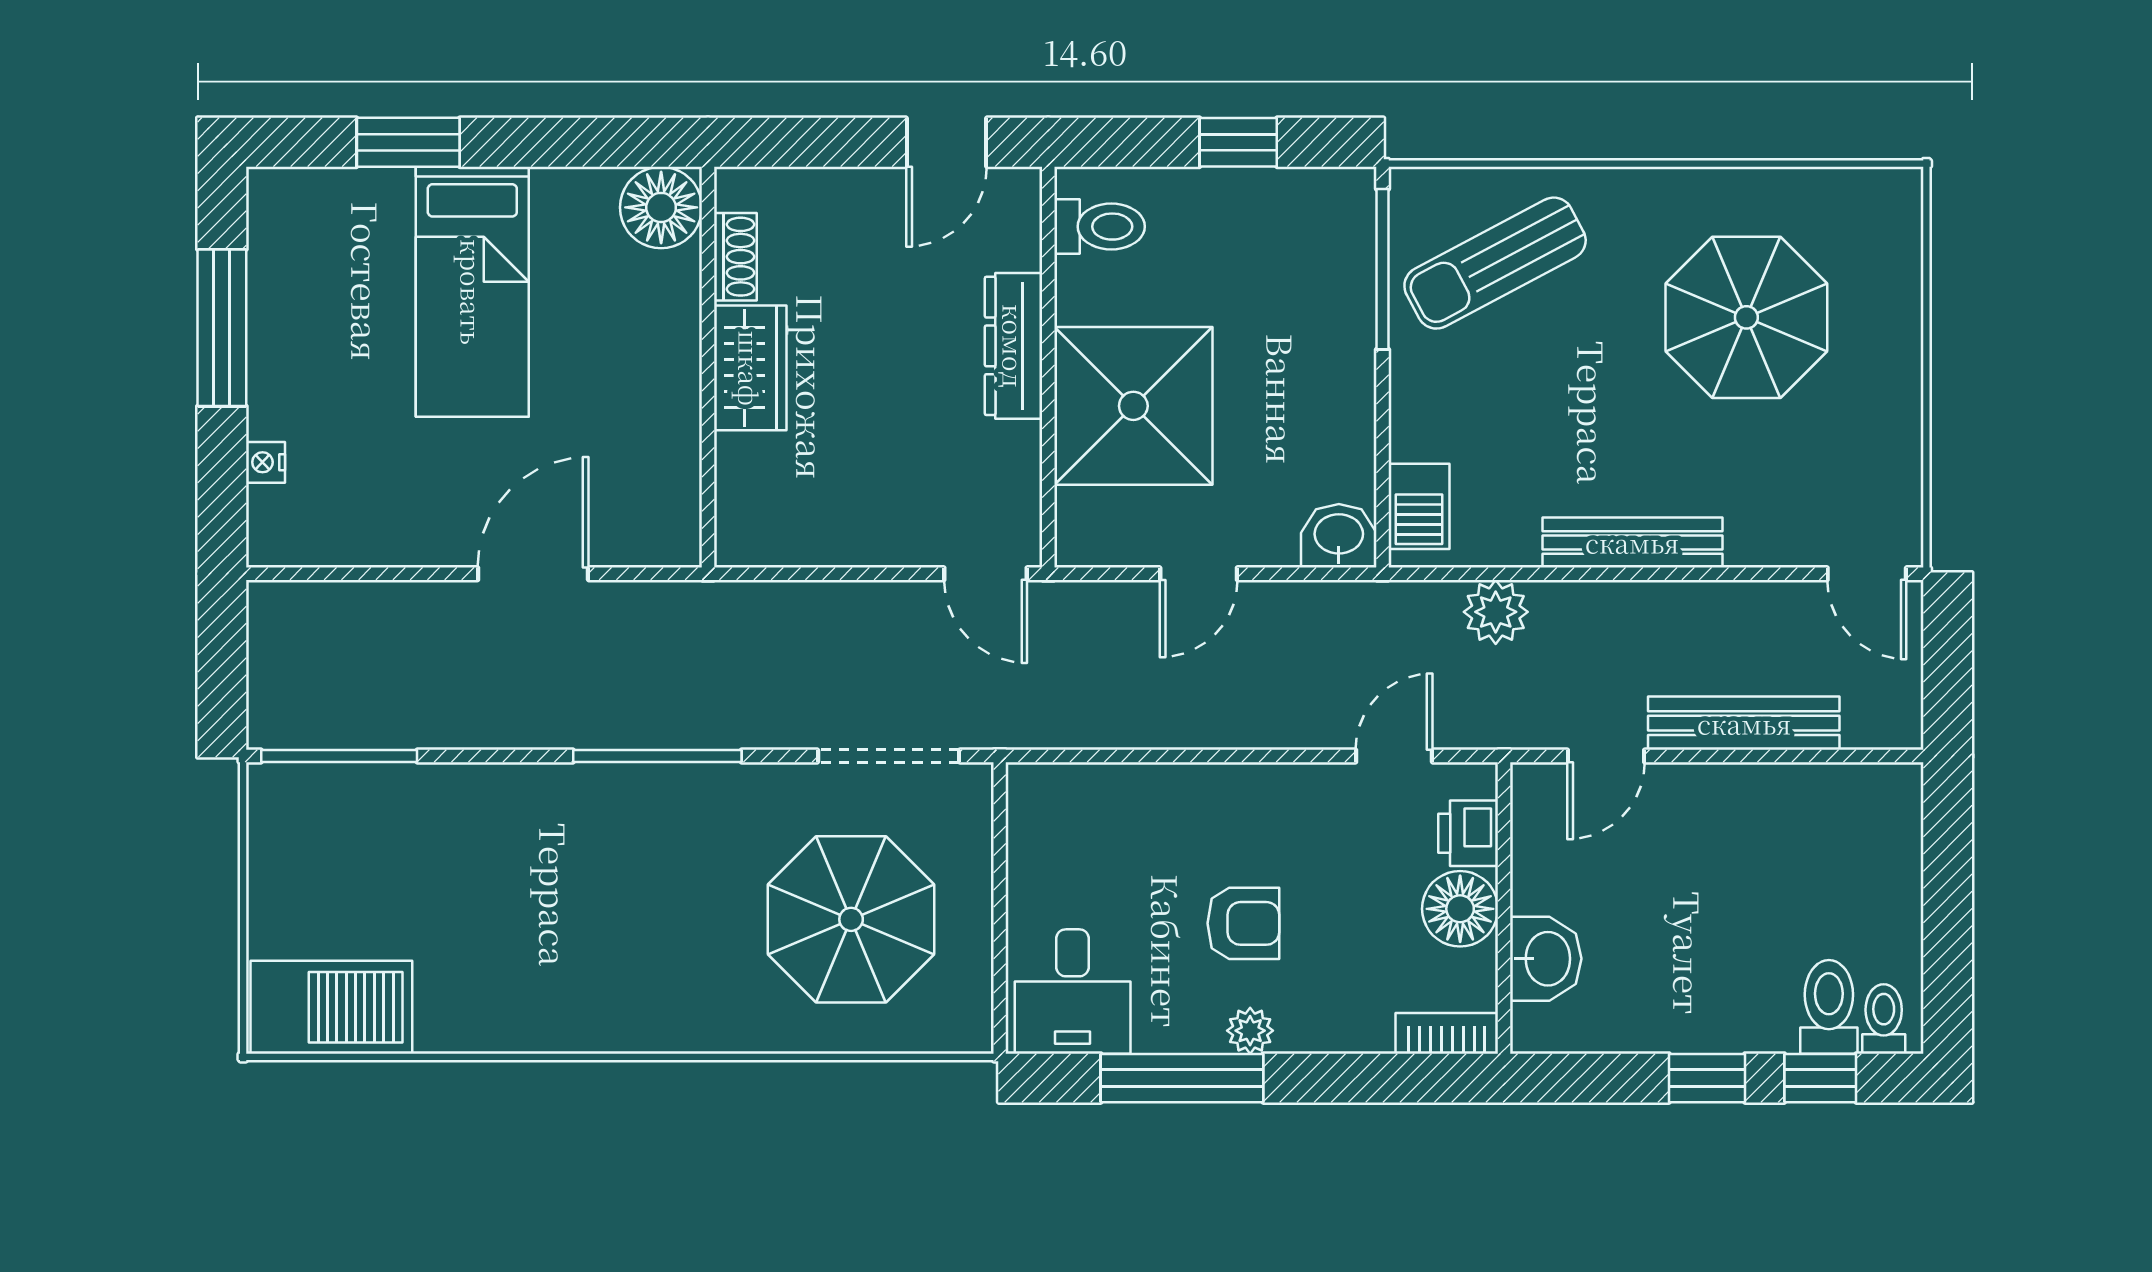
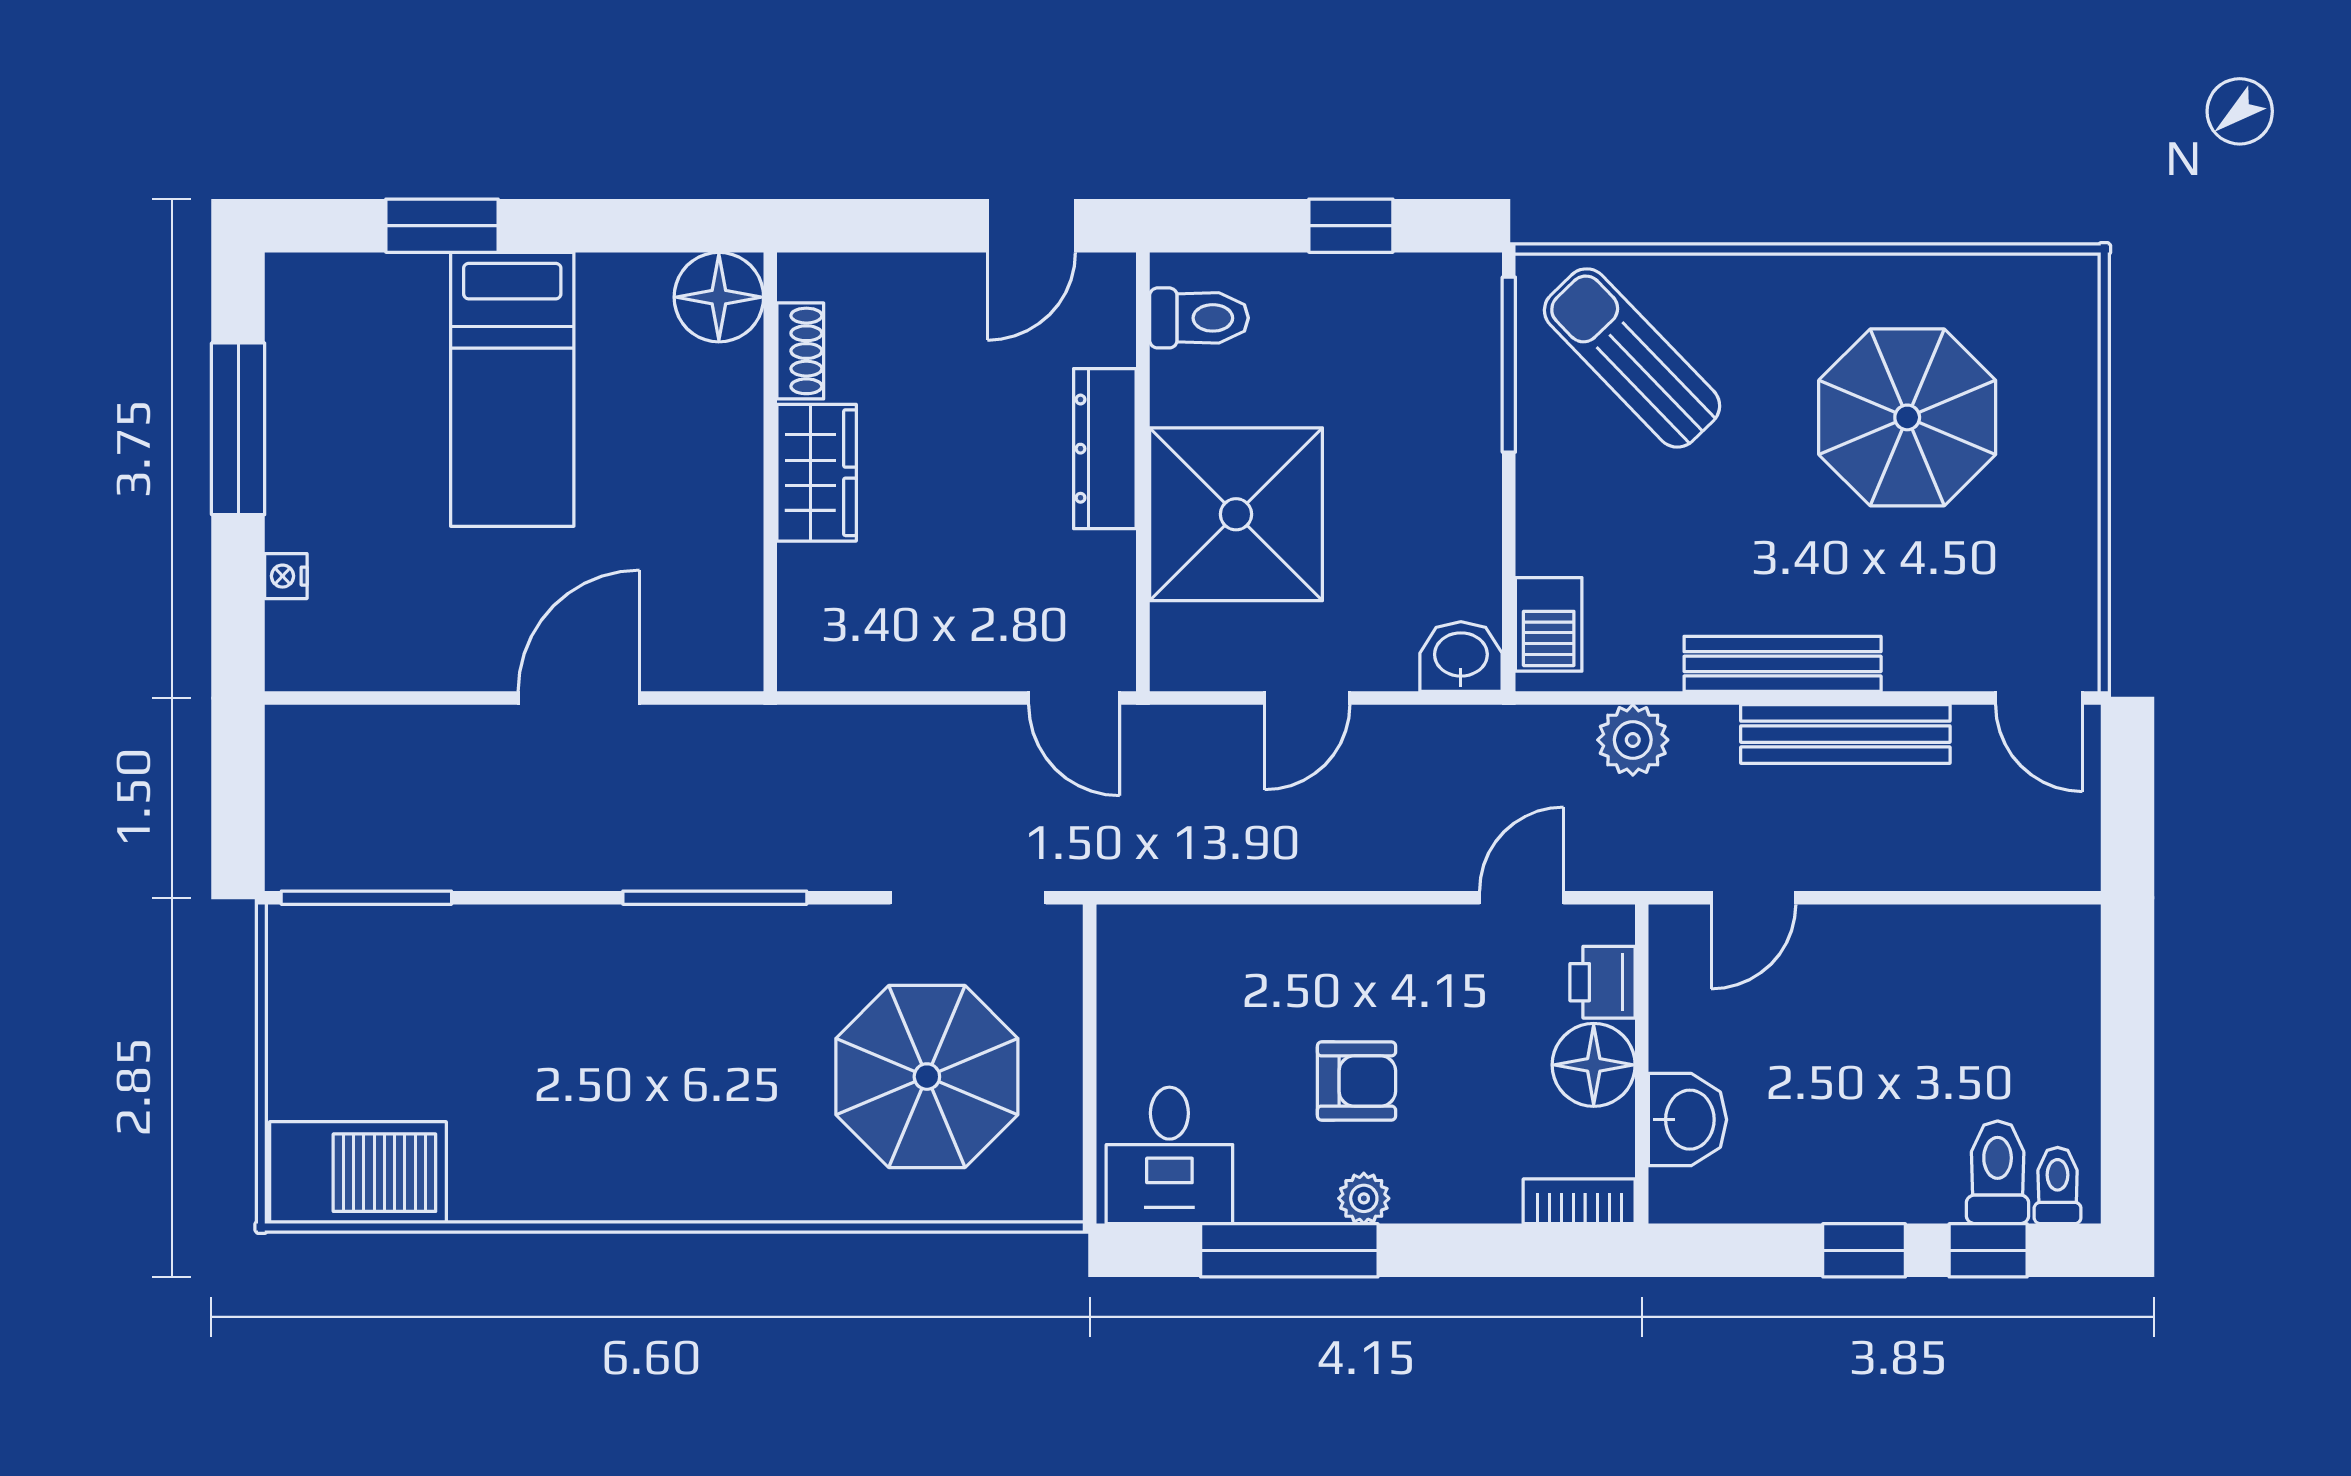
sun lounger: (1495, 263) -> (1632, 358), turned 74
bench: (1744, 723) -> (1845, 734), moved

